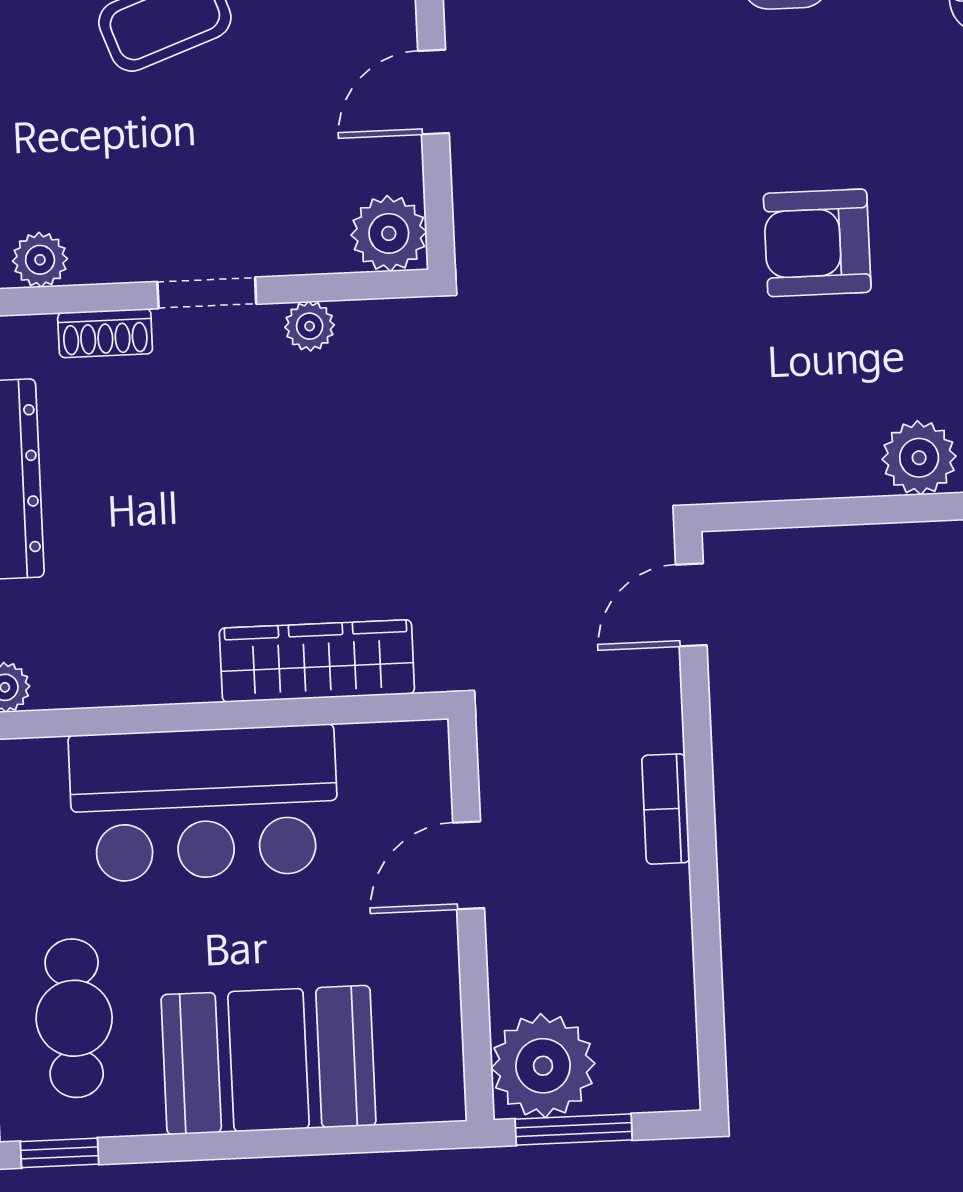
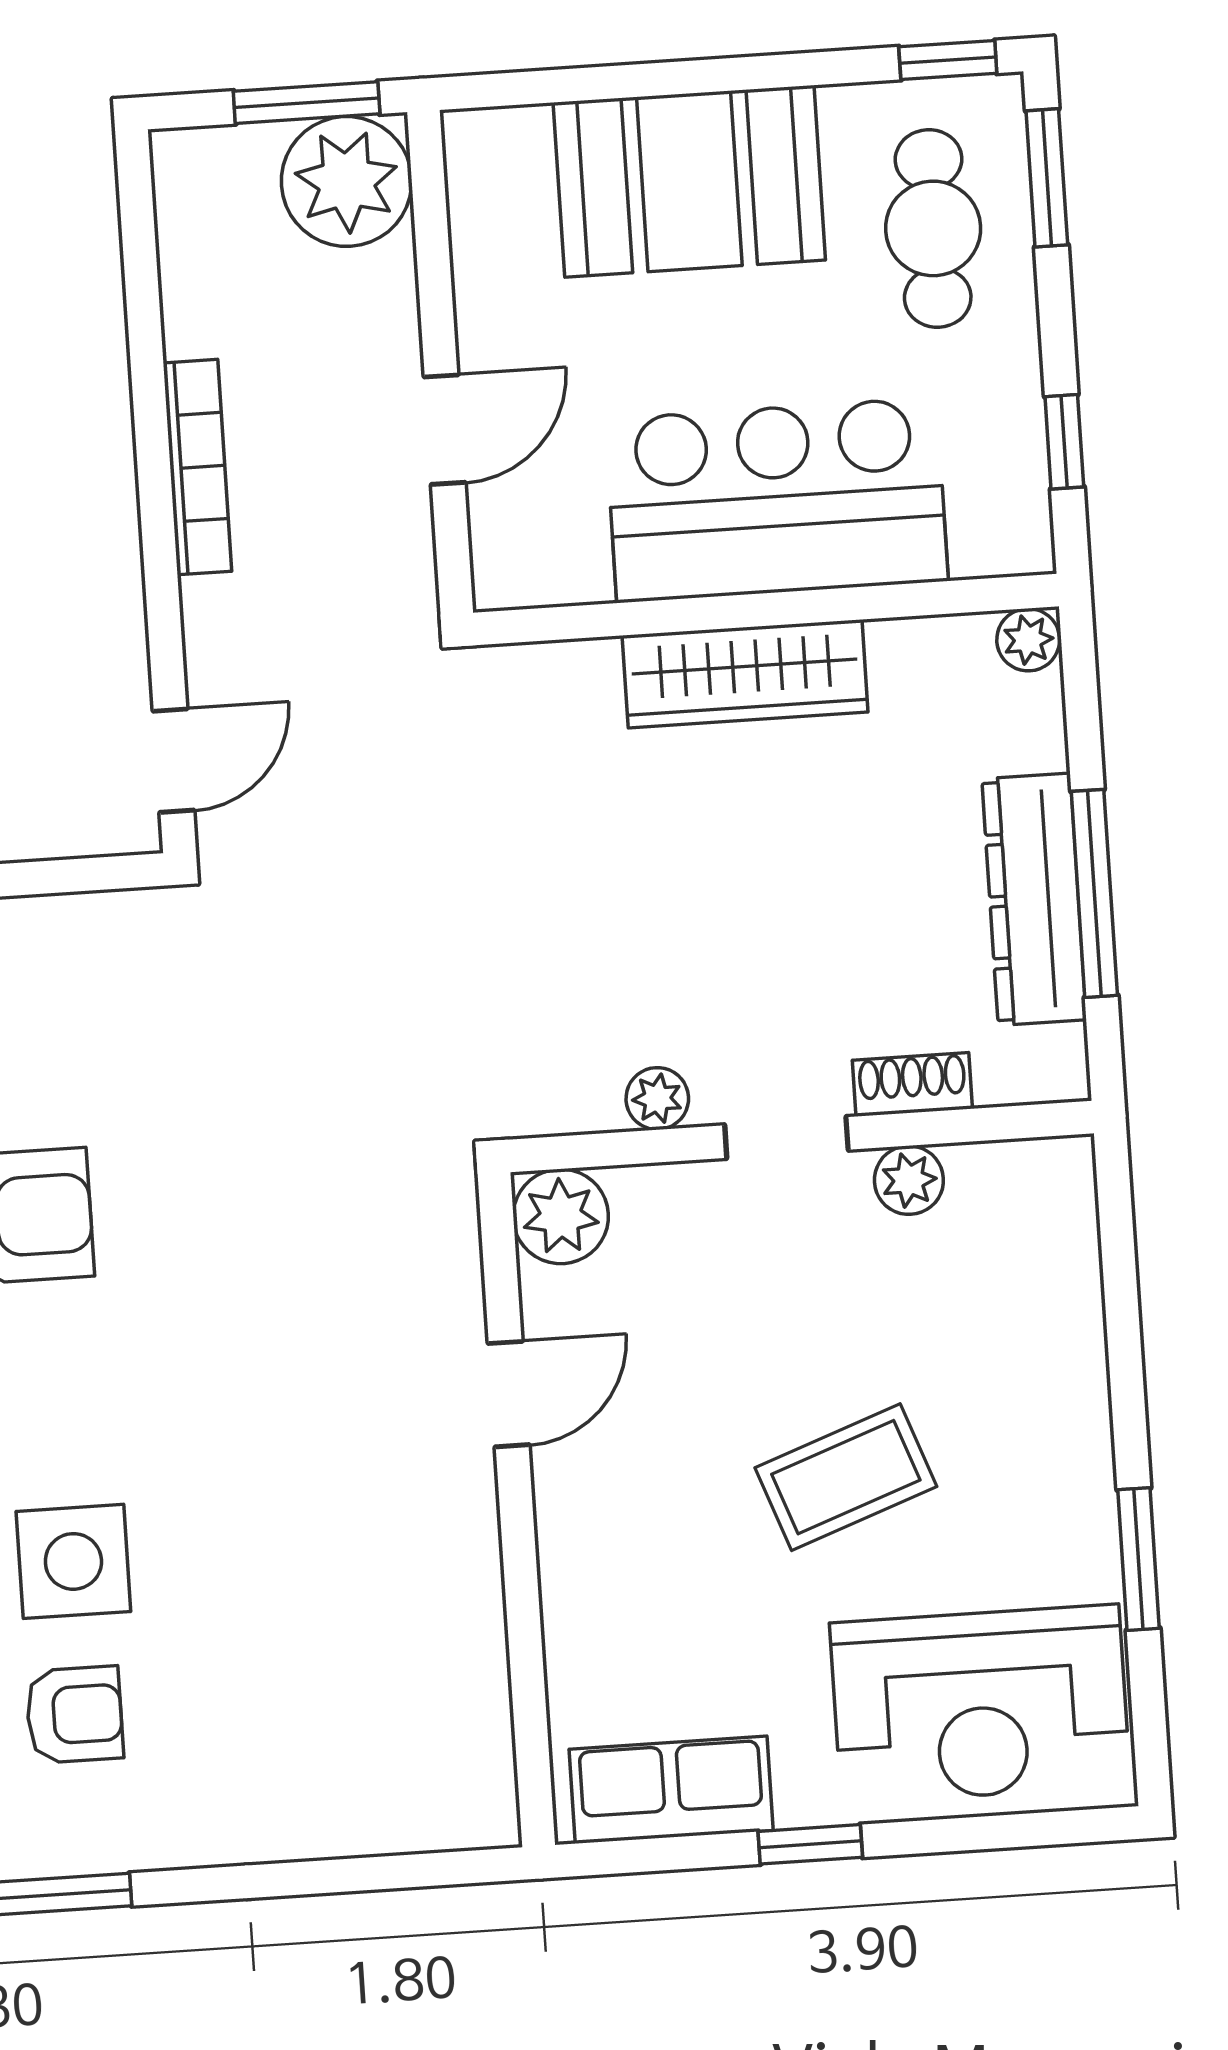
plant: (40, 260) -> (909, 1180), moved
wardrobe: (317, 661) -> (745, 674), moved
bookcase: (666, 809) -> (197, 467), width x1.56

